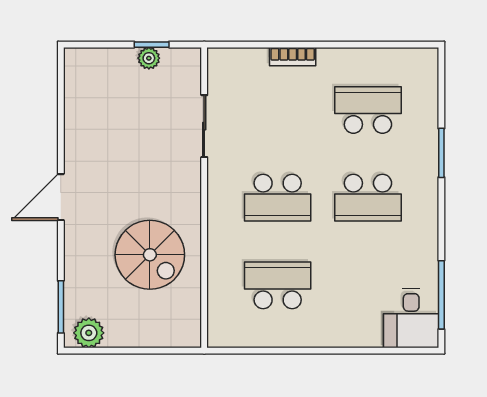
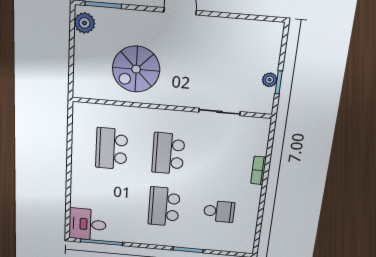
school desk: (368, 110) -> (219, 211), width x0.54
school desk: (278, 285) -> (112, 149), turned 180

